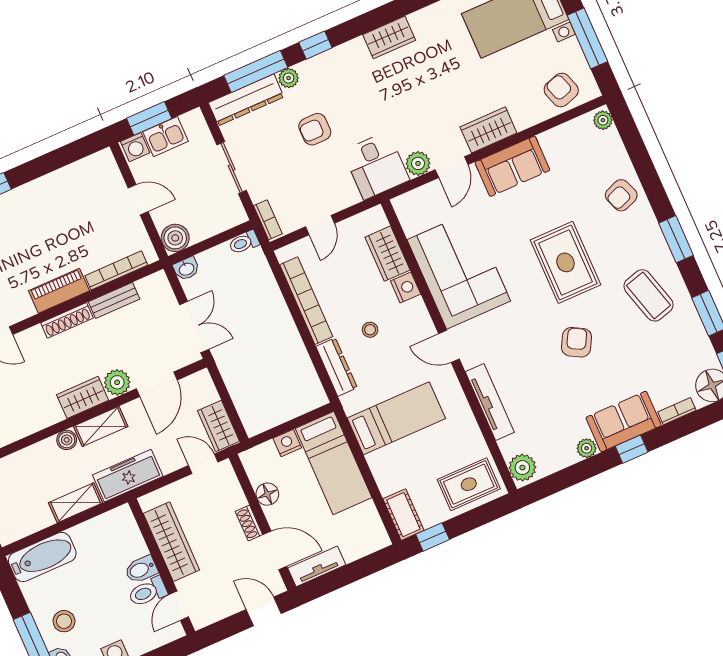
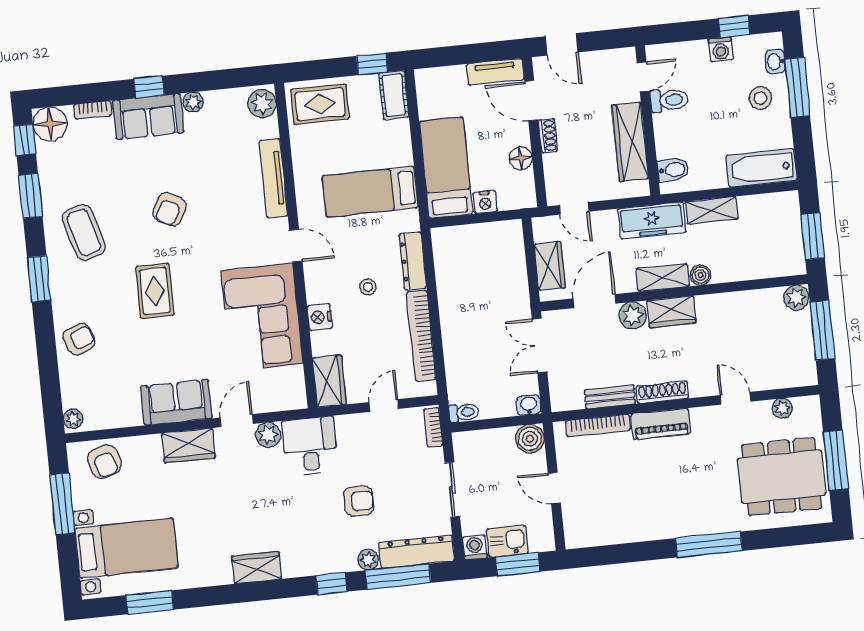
washing machine: (135, 147) -> (475, 547), moved
wardrobe: (387, 254) -> (329, 381), moved
rug: (565, 262) -> (155, 291), width x0.73, depth x0.70
wardrobe: (218, 426) -> (550, 266), moved
bidet: (141, 569) -> (673, 170), moved

